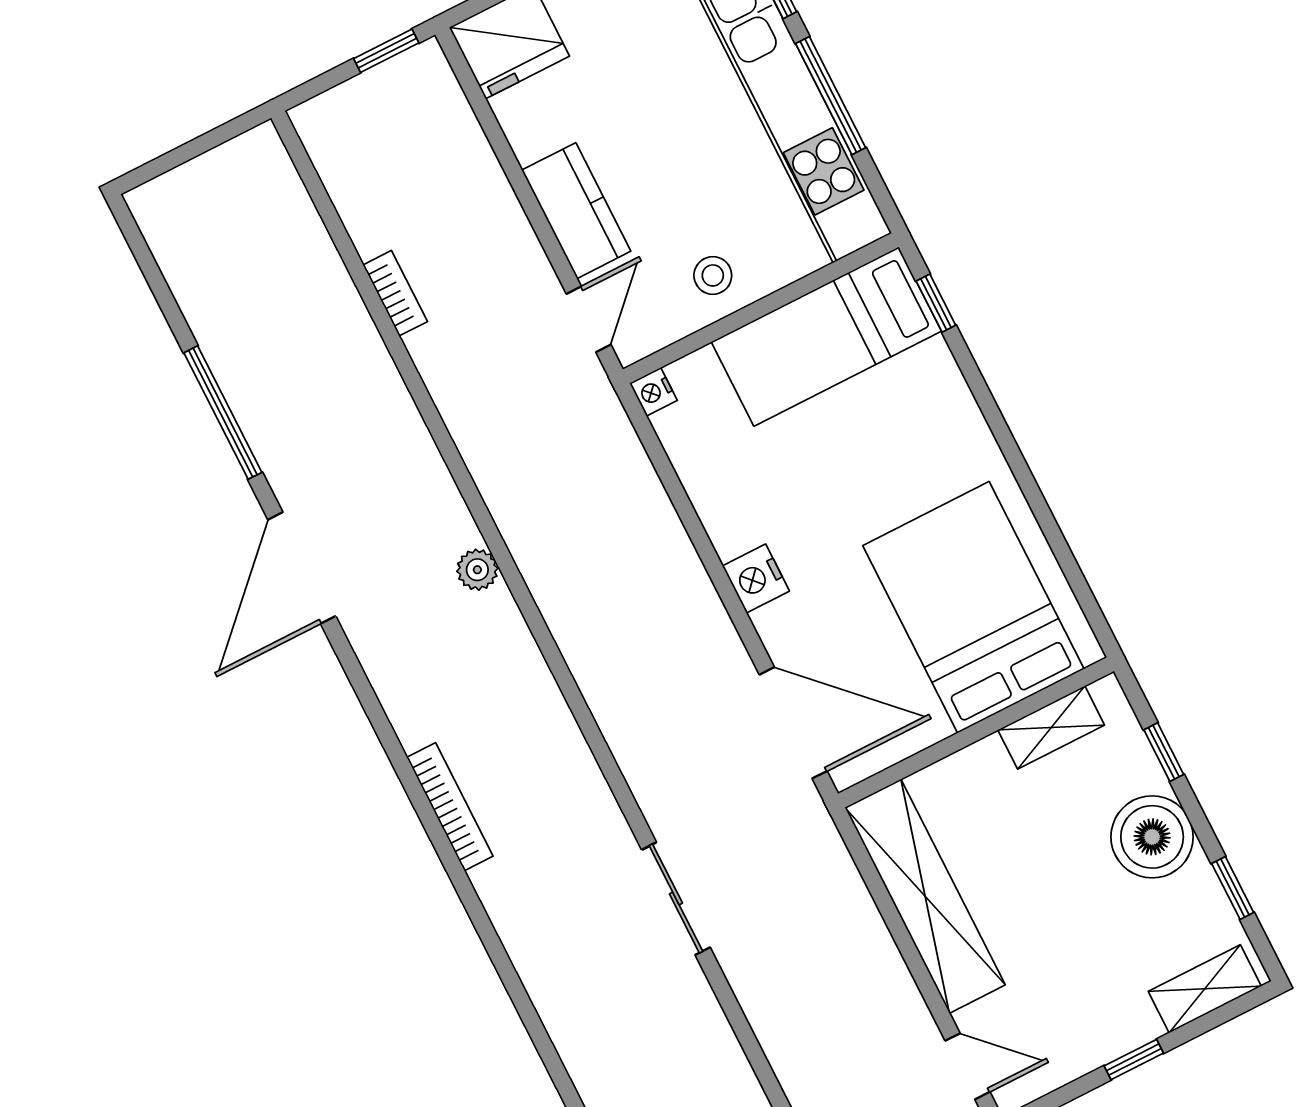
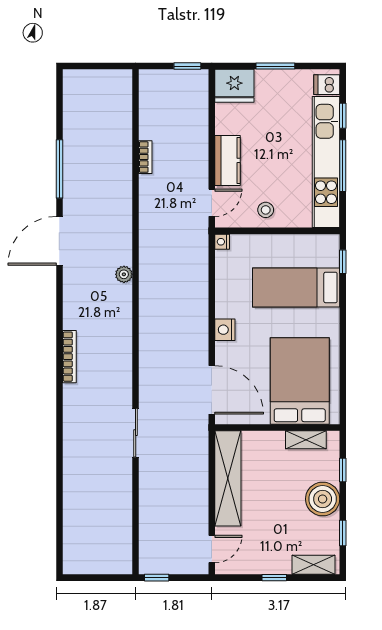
bed: (826, 337) -> (296, 287), moved
door: (968, 1066) -> (212, 549), hinge flipped

